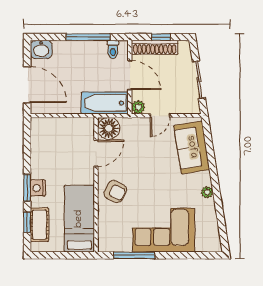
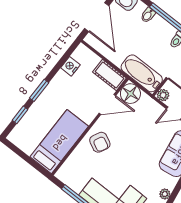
bidet: (70, 48) -> (148, 15), added
nightstand: (38, 188) -> (70, 66), moved
cot: (39, 225) -> (109, 75), moved, turned 90

